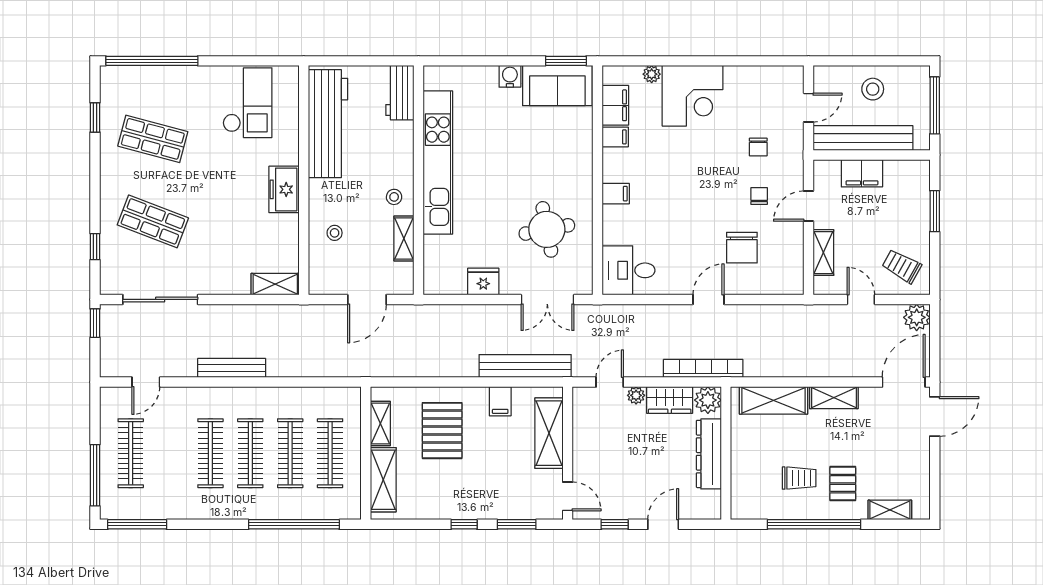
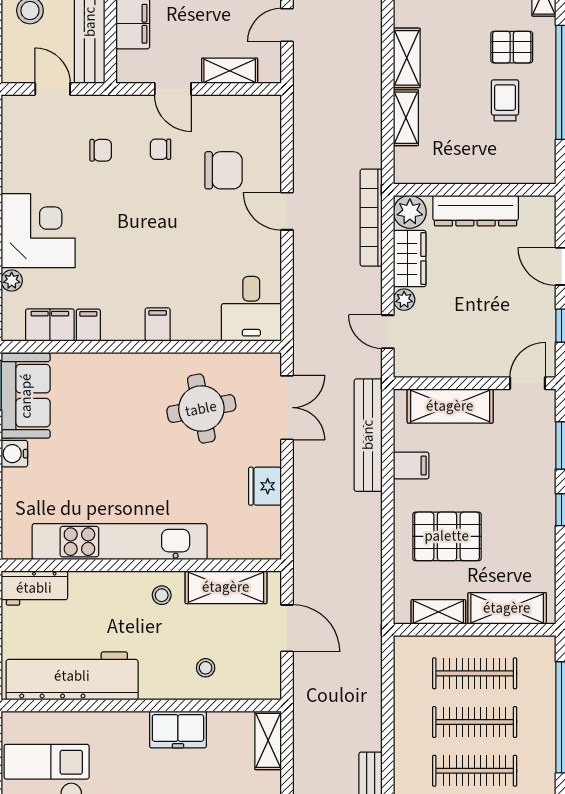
freezer: (284, 189) -> (178, 729), moved
shelving: (404, 238) -> (226, 587), width x1.50, depth x1.33
shelving: (774, 400) -> (406, 118), width x0.67, depth x0.75

